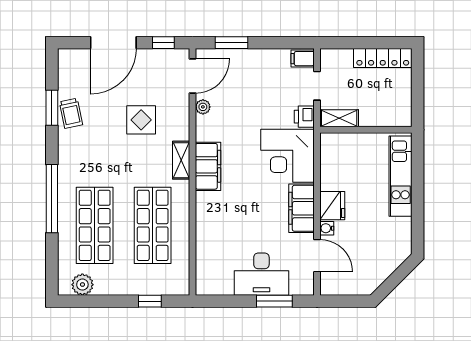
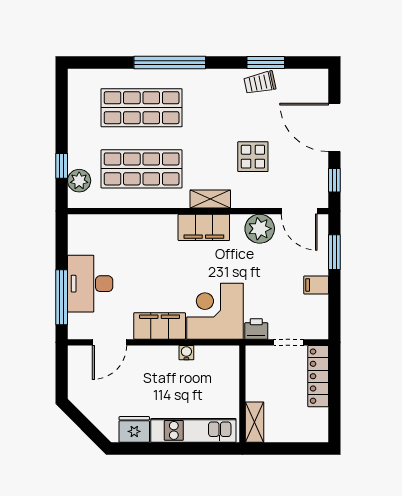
locker: (383, 58) -> (318, 376), moved
filing cabinet: (303, 59) -> (316, 285), moved, turned -90
plant: (203, 107) -> (260, 229), width x1.88, depth x1.88
shelving: (339, 118) -> (255, 422), moved
fridge: (332, 206) -> (134, 429), moved, turned 180
water cooler: (327, 228) -> (186, 353), moved
plant: (82, 285) -> (79, 181), moved
window: (274, 301) -> (62, 297), width x1.44

